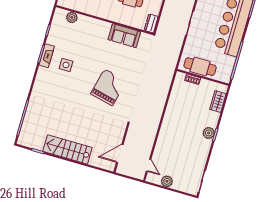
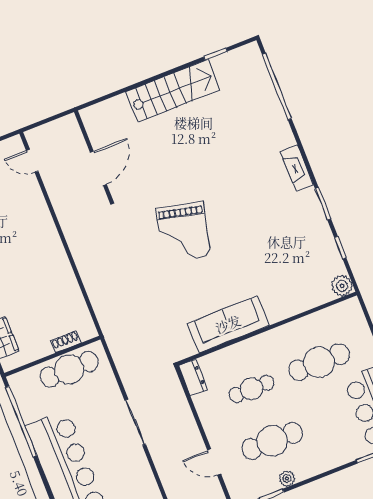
plant: (72, 17) -> (342, 286), moved
sofa: (124, 36) -> (228, 324), width x1.36
fireplace: (47, 56) -> (297, 168), moved
side table: (66, 65) -> (273, 216), removed
door: (120, 154) -> (98, 168), moved

